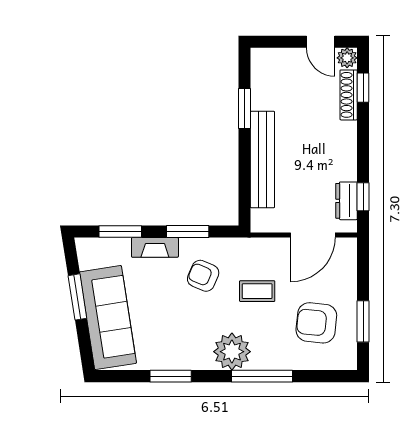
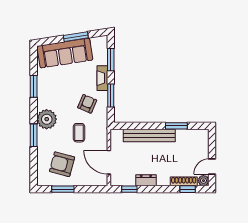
dresser: (346, 201) -> (146, 180), moved
armchair: (316, 323) -> (62, 164), turned -81
window: (262, 376) -> (34, 135), width x0.69

